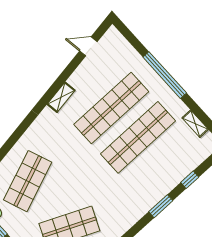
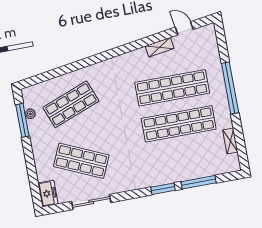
shelving: (61, 97) -> (160, 47), moved
window: (190, 180) -> (199, 182), width x2.17

